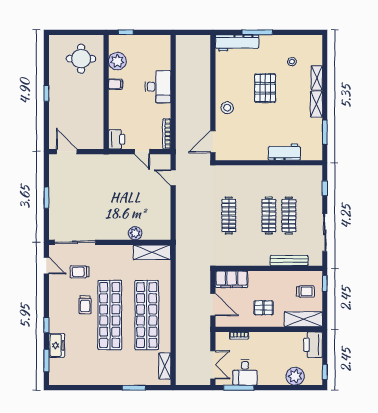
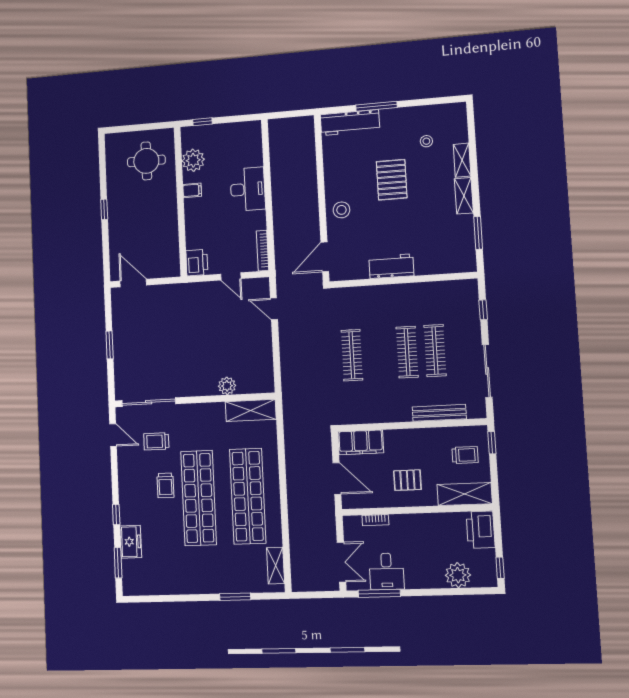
workbench: (284, 152) -> (391, 266), moved

